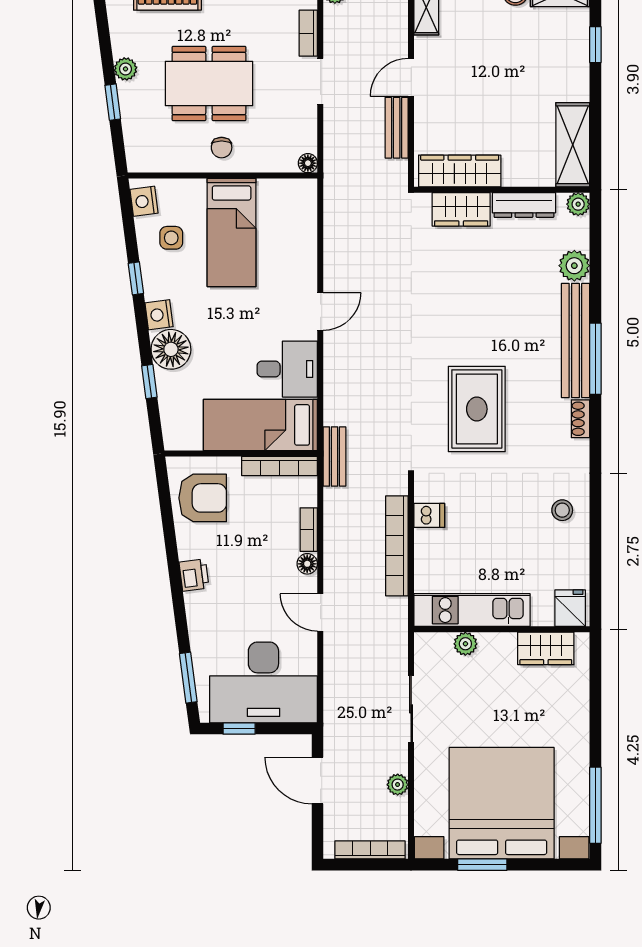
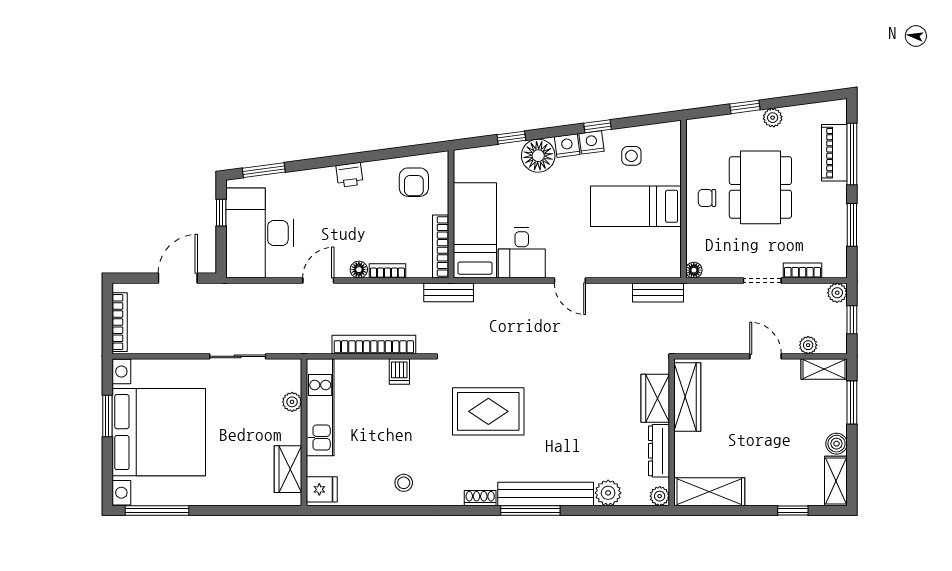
bench: (397, 128) -> (658, 293), moved
nightstand: (144, 201) -> (592, 142), moved
armchair: (203, 498) -> (414, 182), width x0.72, depth x0.72
plant: (398, 785) -> (808, 345), moved

